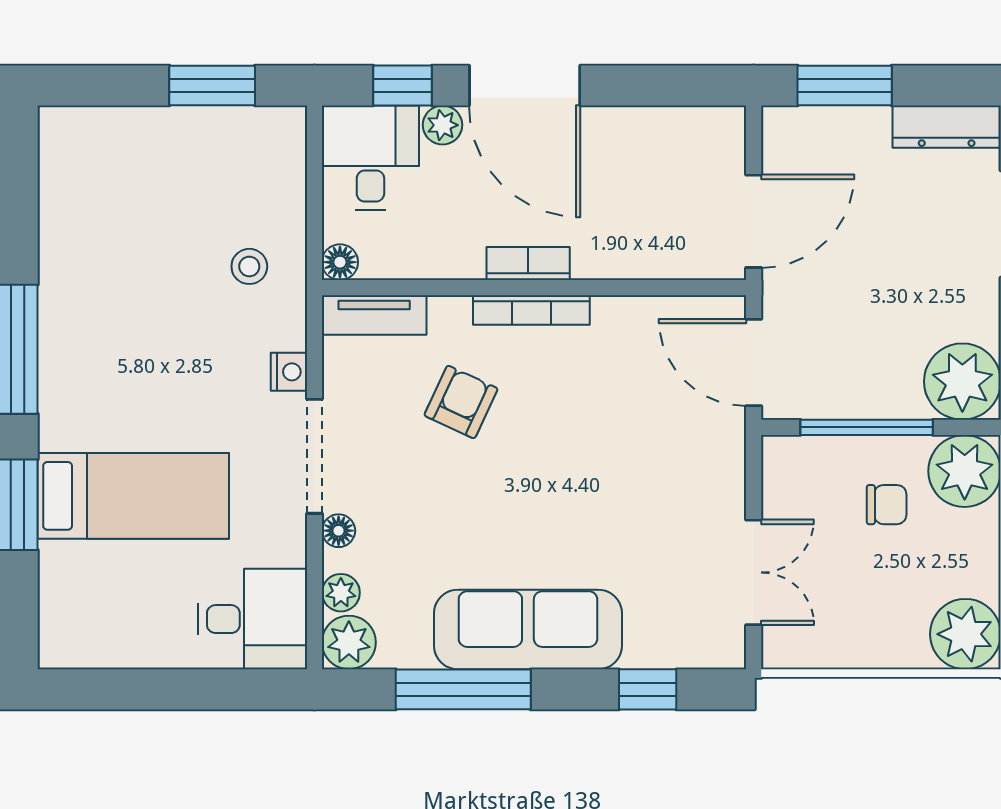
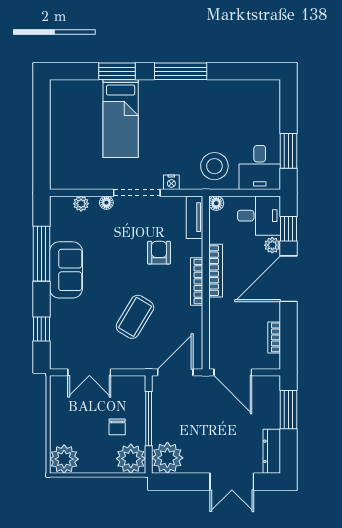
bookcase: (668, 121) -> (274, 337), added
bookcase: (528, 264) -> (216, 271), width x1.56
stool: (249, 266) -> (214, 166), width x1.89, depth x1.89
armchair: (461, 402) -> (159, 253), turned -115
coffee table: (618, 461) -> (135, 317), added
desk: (253, 619) -> (260, 167), moved
sofa: (528, 629) -> (66, 270), width x0.73
plant: (349, 642) -> (61, 207), removed

